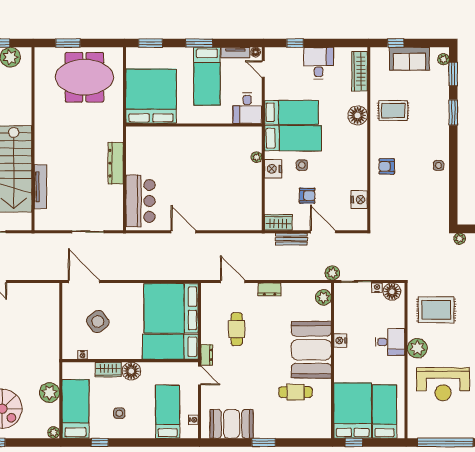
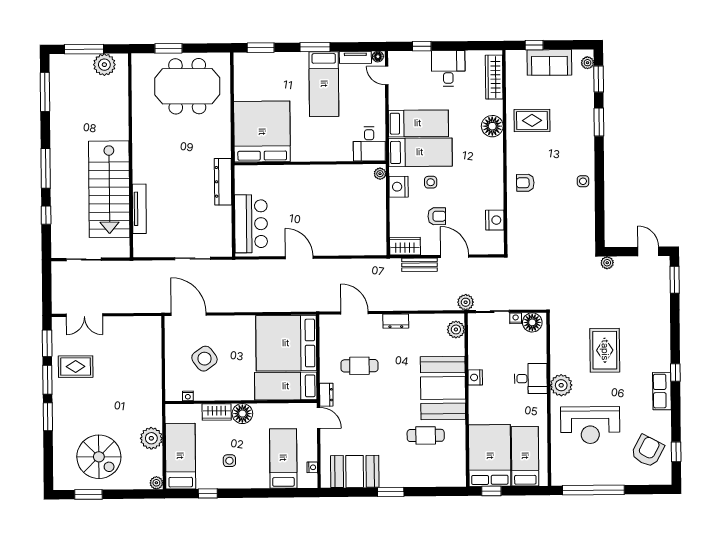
bed: (151, 96) -> (262, 132), moved
desk: (247, 108) -> (369, 144), moved
wall: (194, 125) -> (310, 163), moved
rug: (436, 310) -> (605, 350), moved, turned 90
cafe table: (237, 329) -> (359, 366), turned 90

